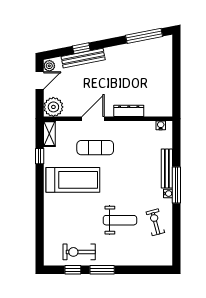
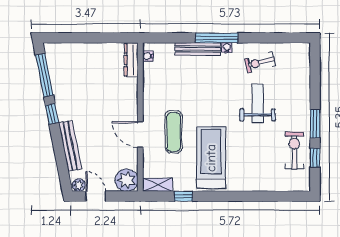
window: (81, 48) -> (52, 114), moved
dresser: (129, 111) -> (131, 60), moved
exercise bike: (79, 252) -> (294, 150), turned 180

